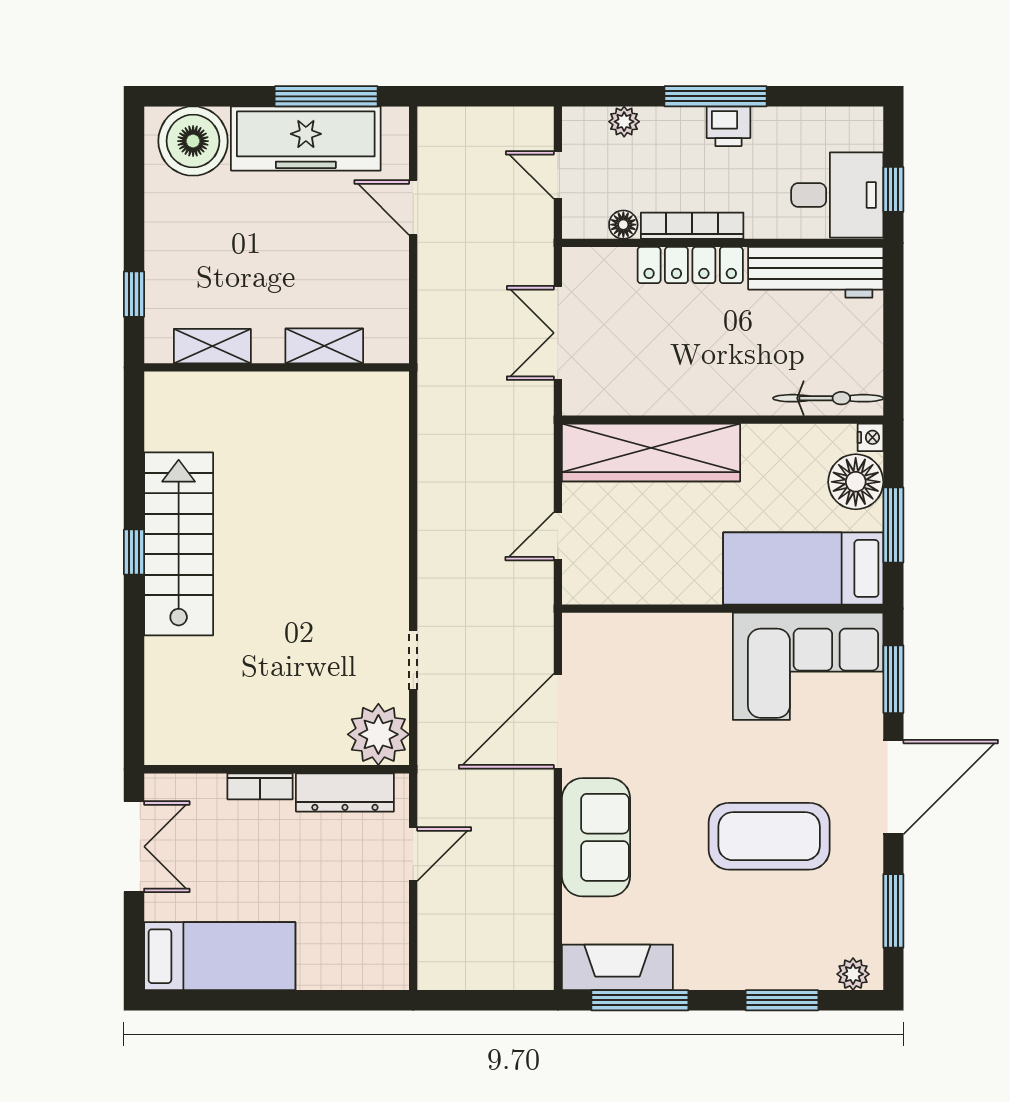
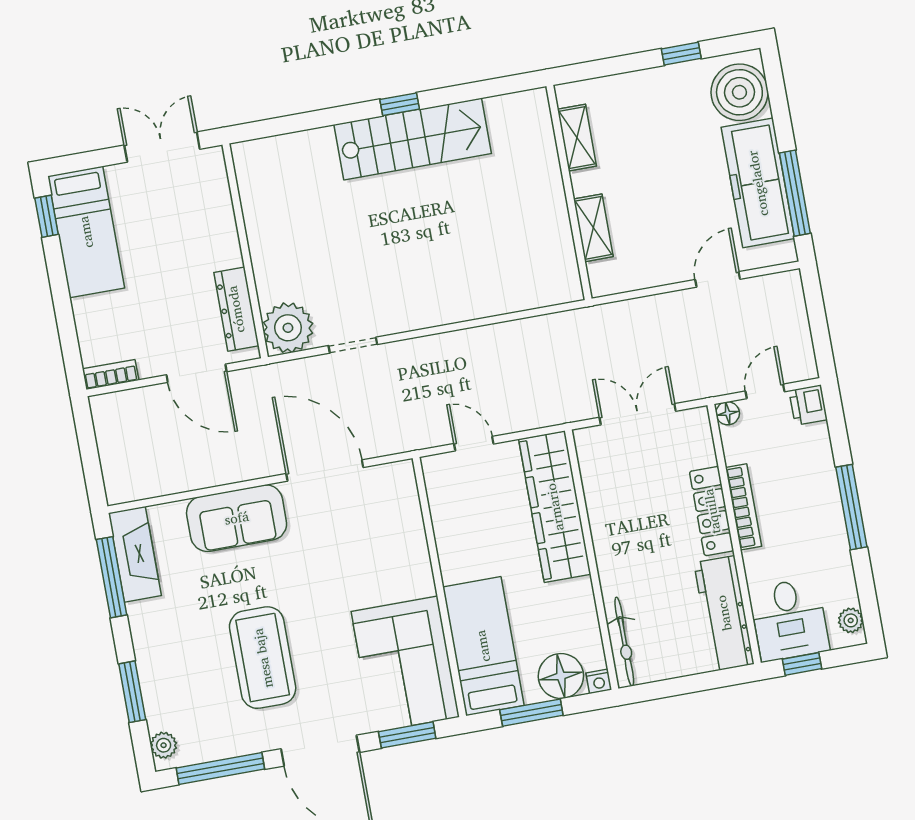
plant: (624, 122) -> (851, 620), moved
printer: (728, 126) -> (808, 405), moved
floor lamp: (623, 225) -> (728, 413), moved
window: (134, 294) -> (681, 54), moved
bookcase: (260, 786) -> (111, 374), moved, turned 90
double door: (134, 847) -> (162, 147), swing flipped
door: (413, 854) -> (196, 373), width x1.38
window: (893, 911) -> (220, 769), width x1.44
window: (192, 1000) -> (47, 216), added

